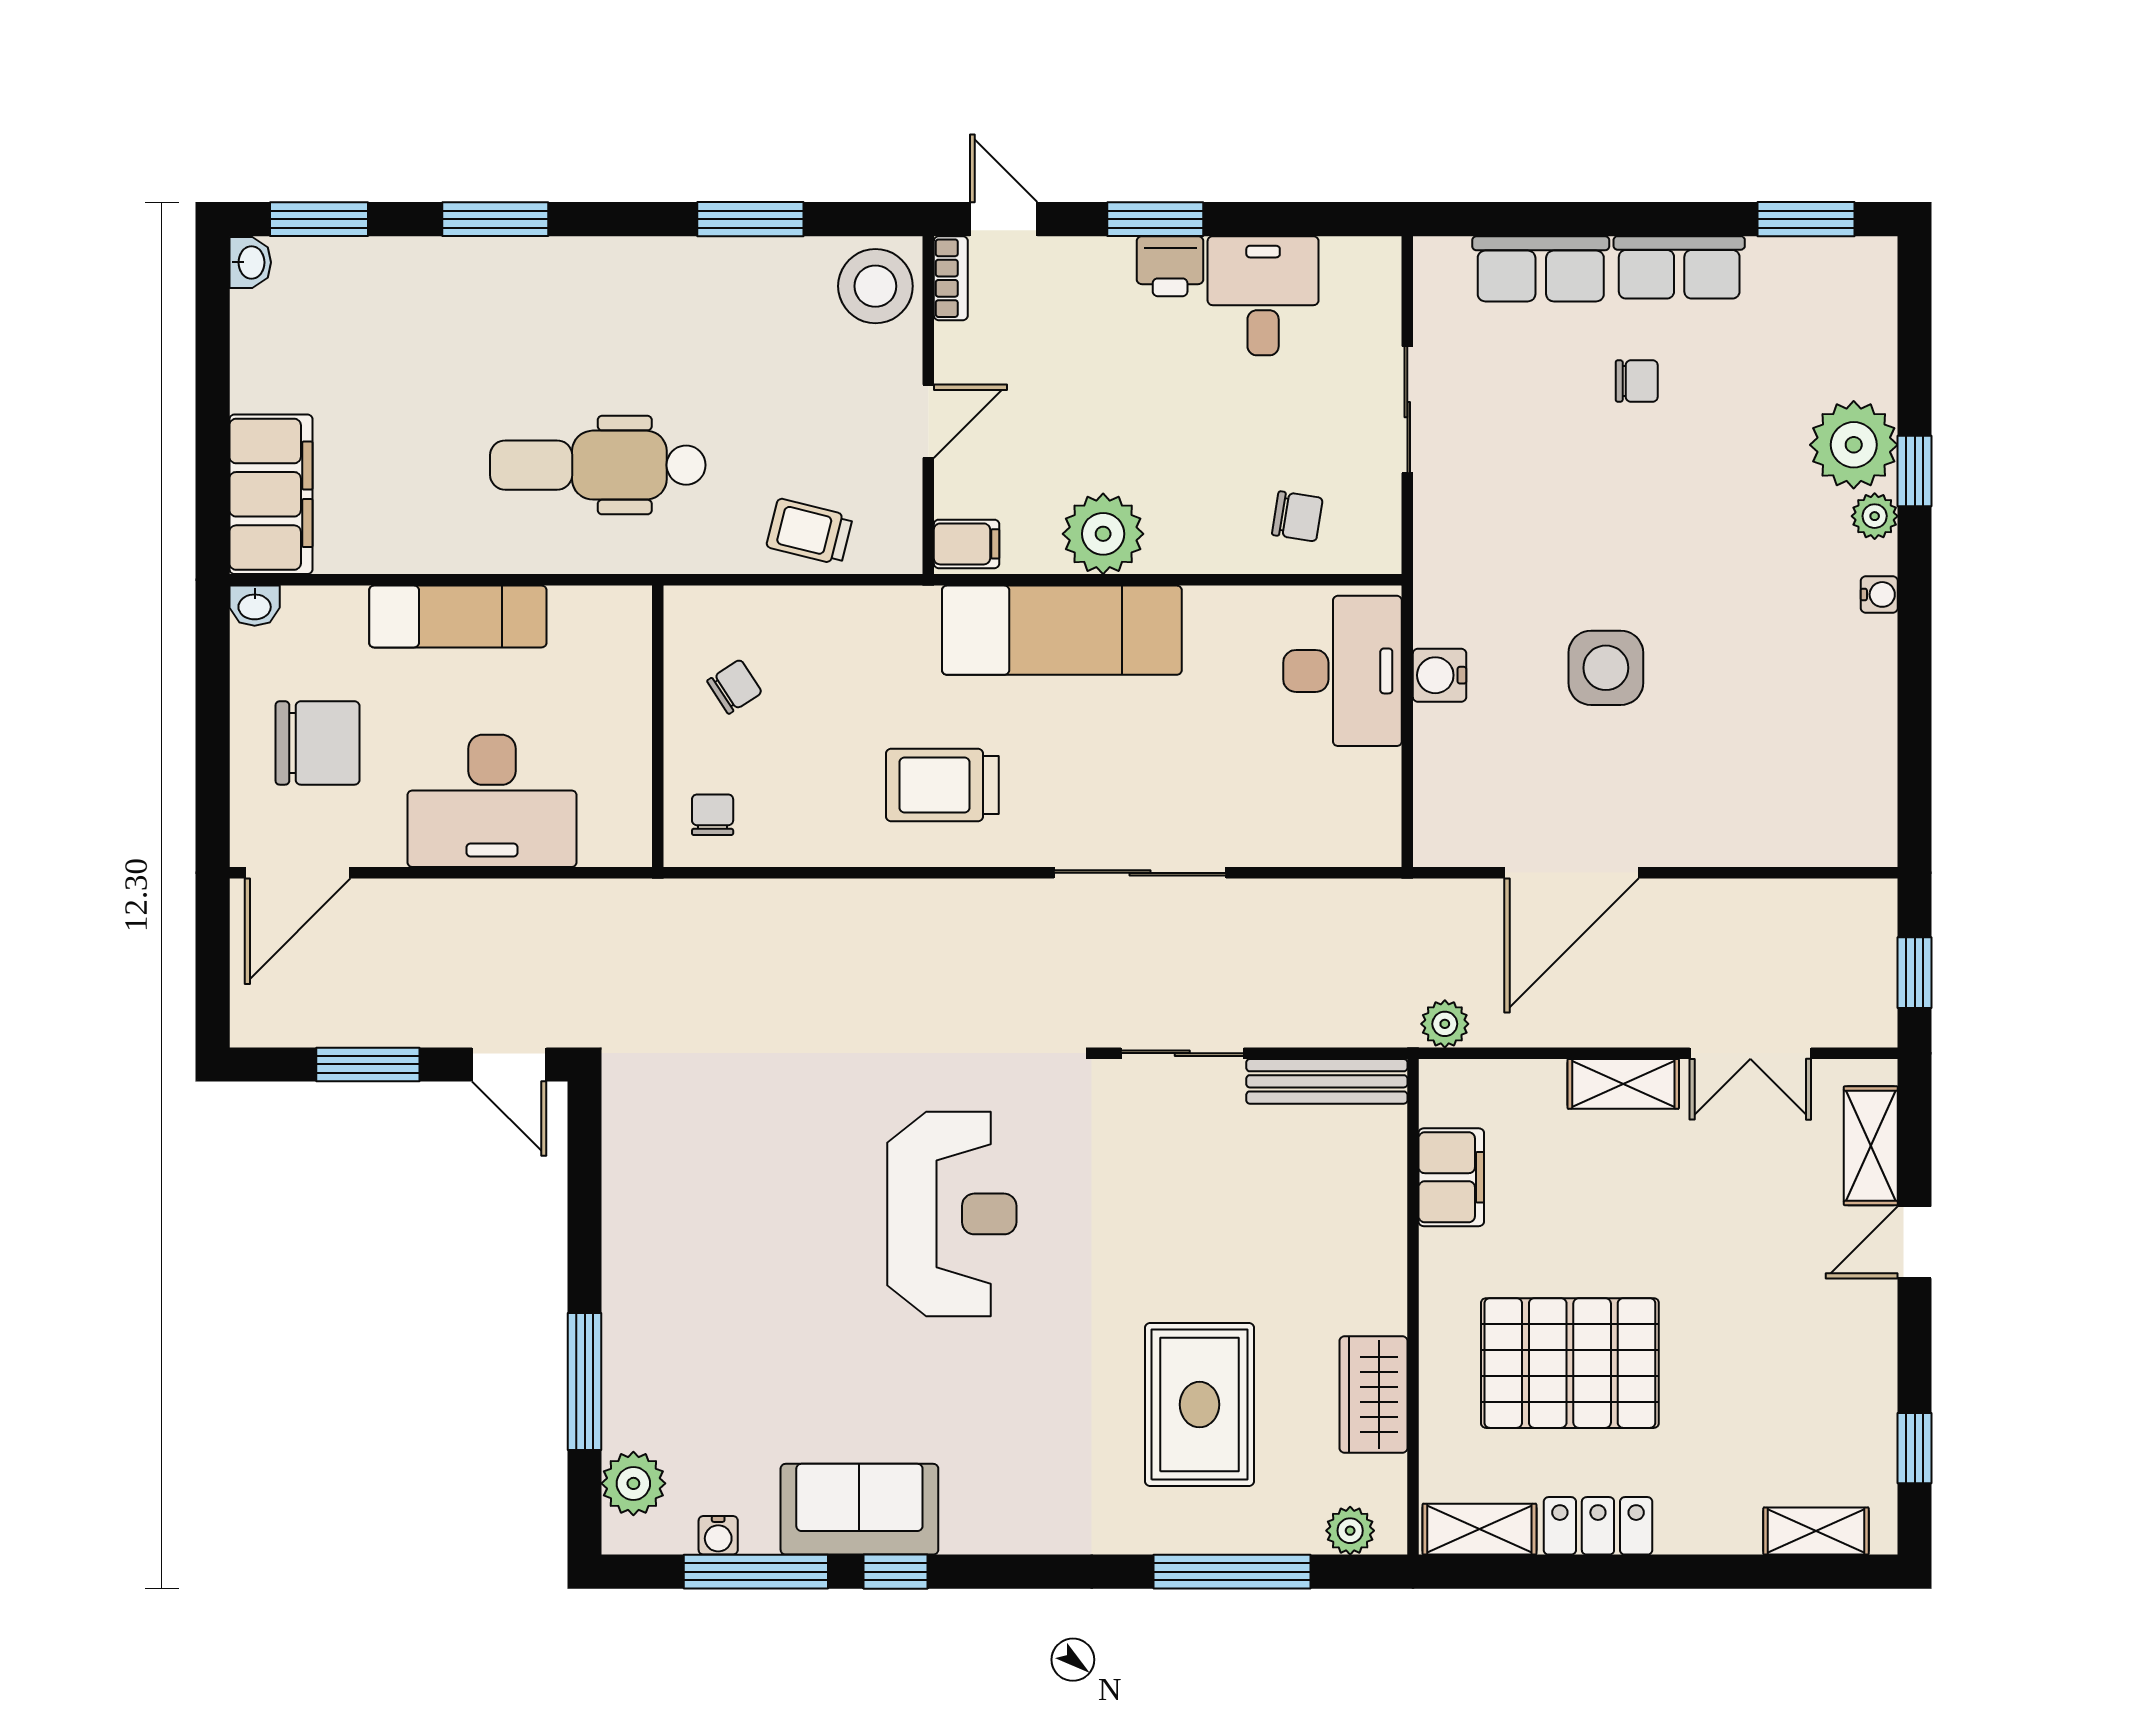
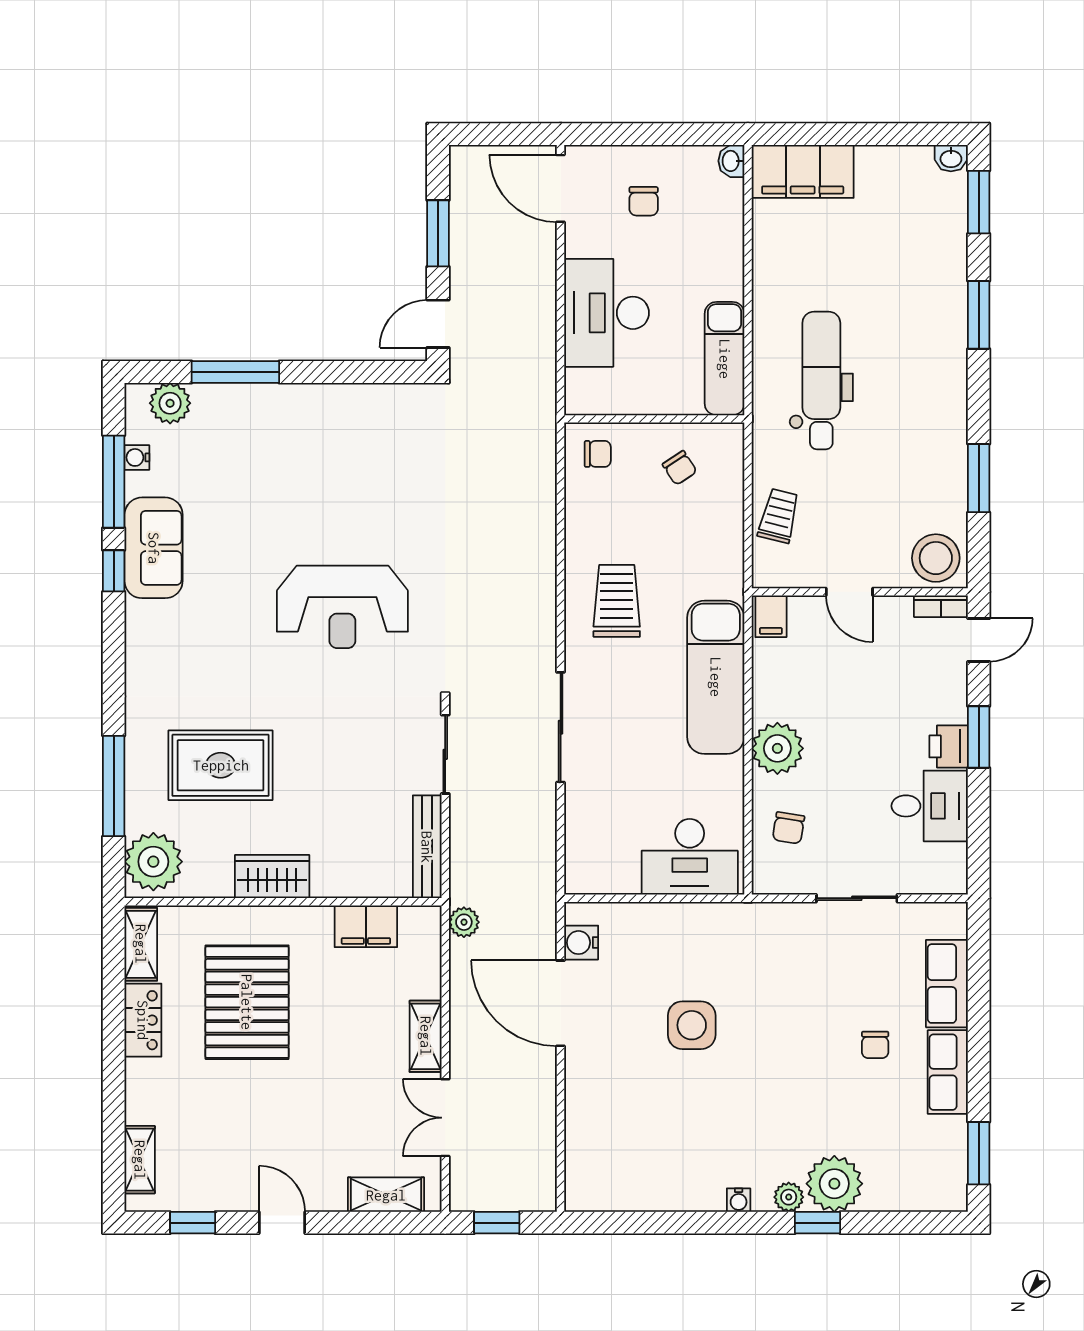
plant: (1103, 534) -> (777, 748), moved
exam couch: (458, 616) -> (725, 359), moved
water cooler: (1440, 675) -> (581, 943), moved, turned -90
chair: (318, 743) -> (644, 201), width x0.54, depth x0.54
door: (1915, 1242) -> (282, 1223), moved
wardrobe: (1373, 1395) -> (272, 877), moved
plant: (1350, 1531) -> (153, 862), width x1.88, depth x1.88

